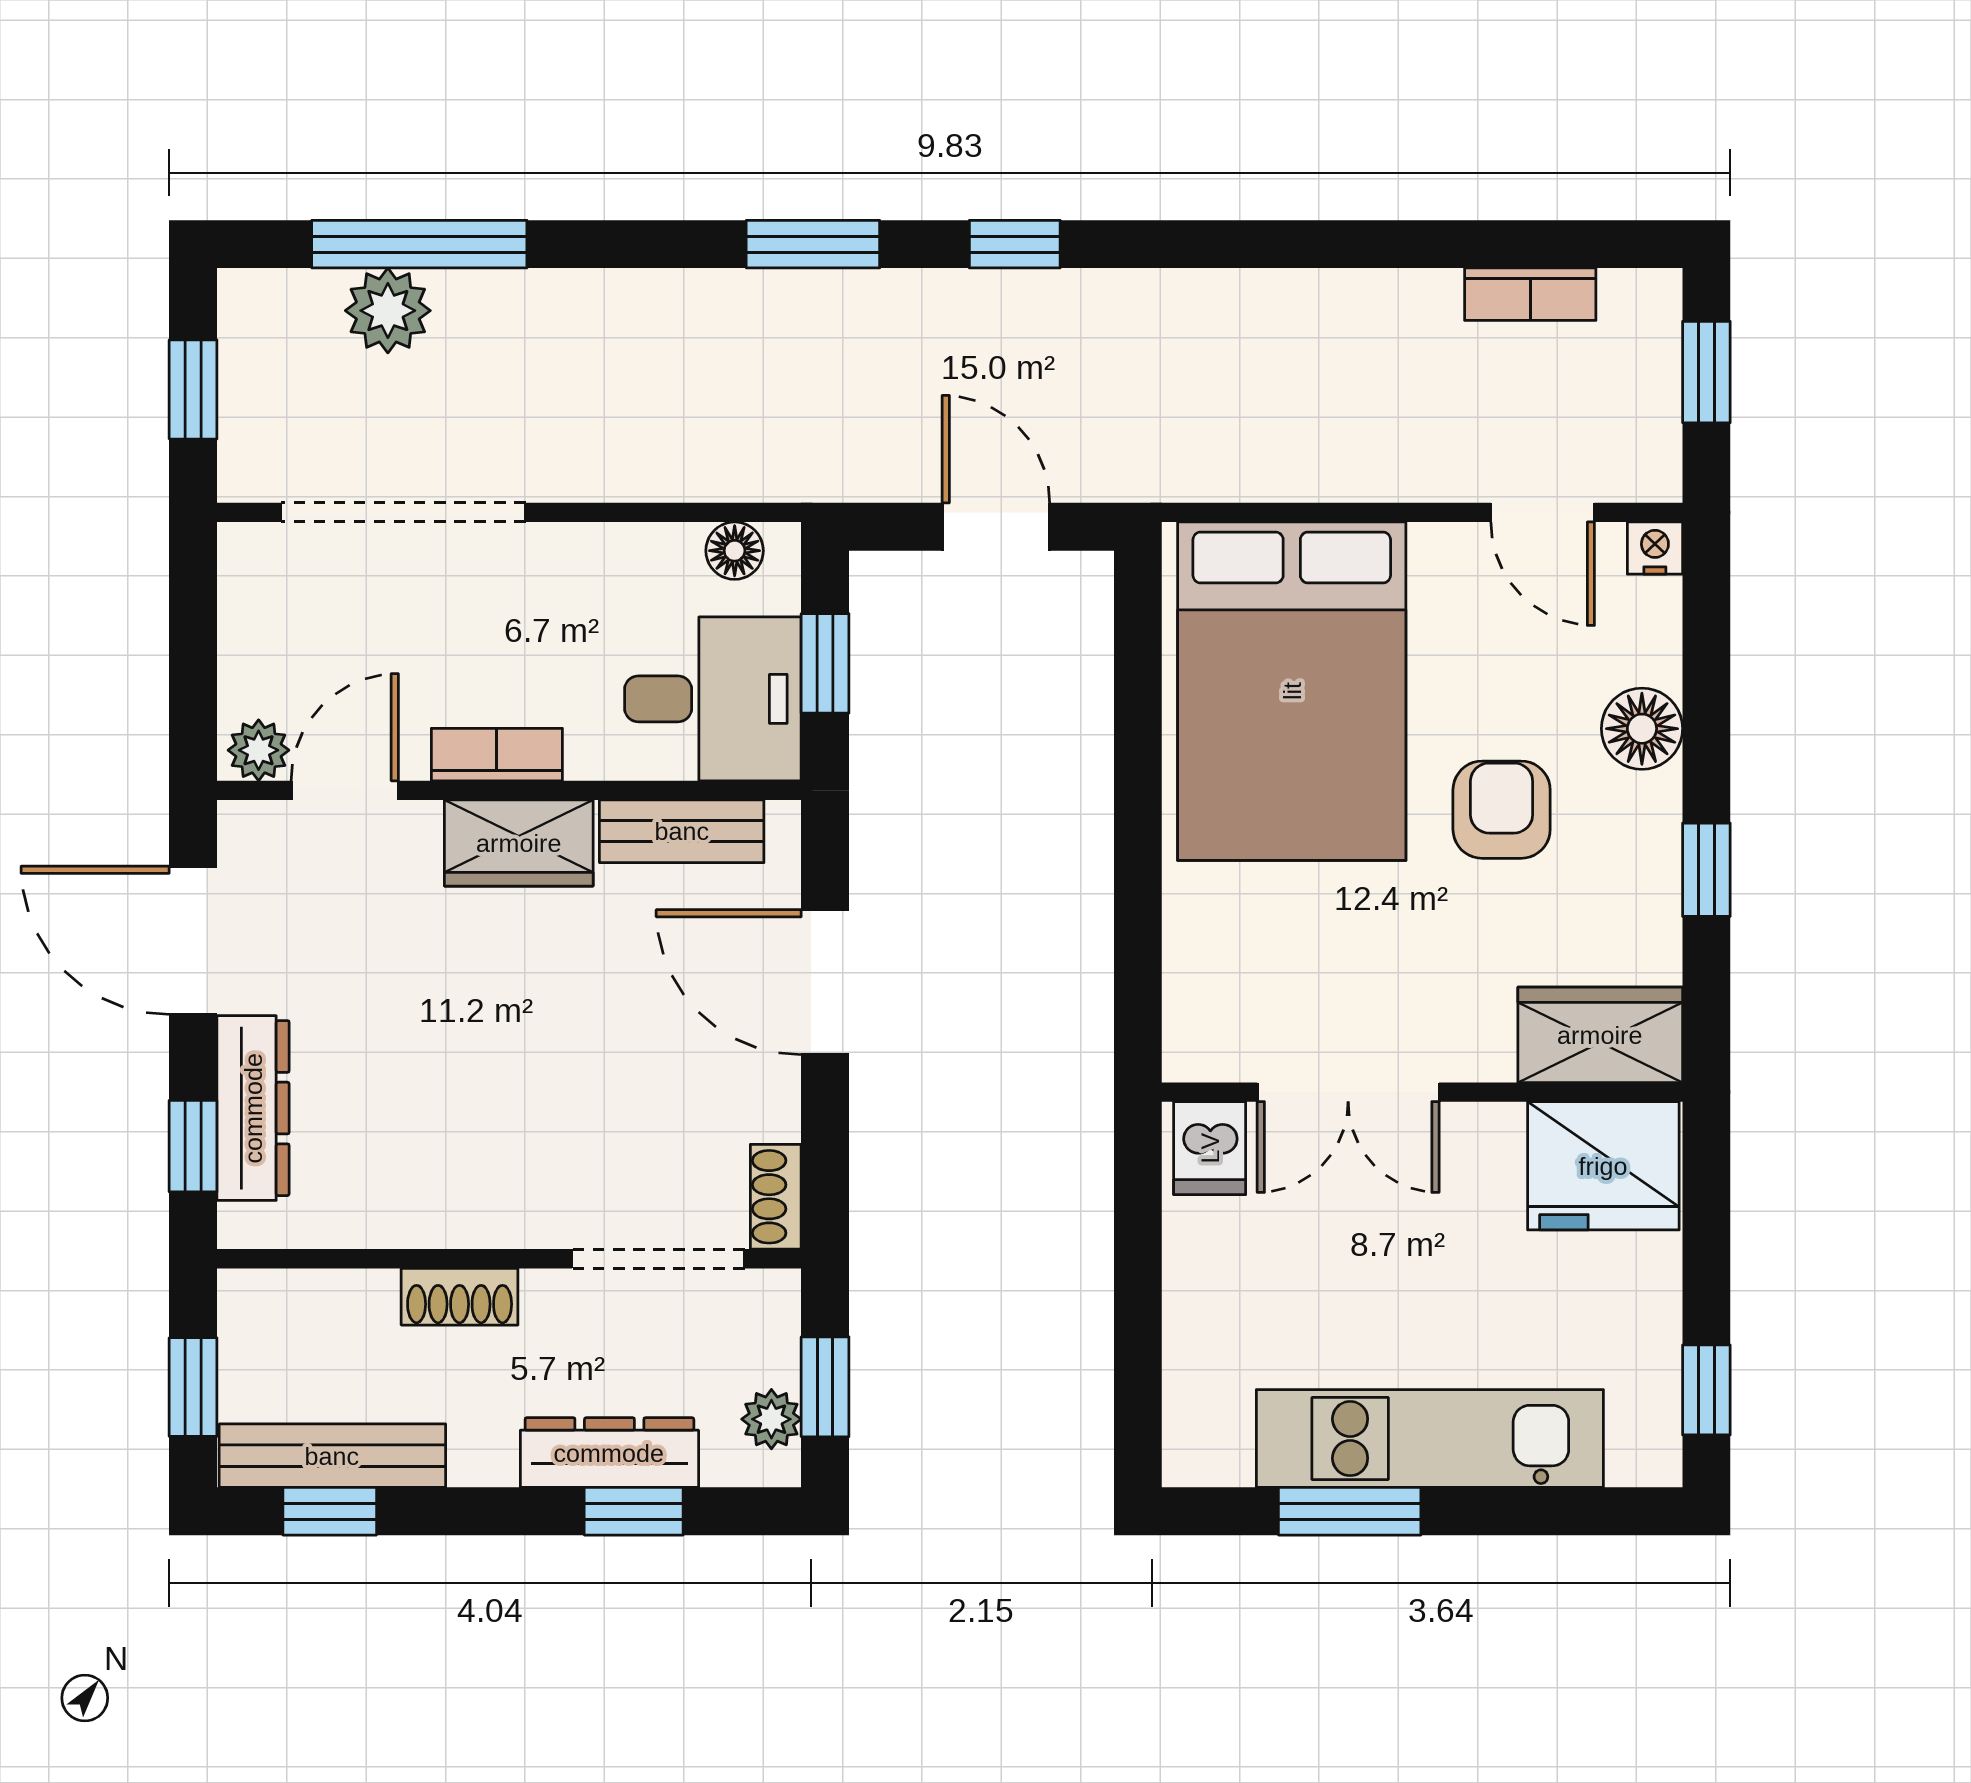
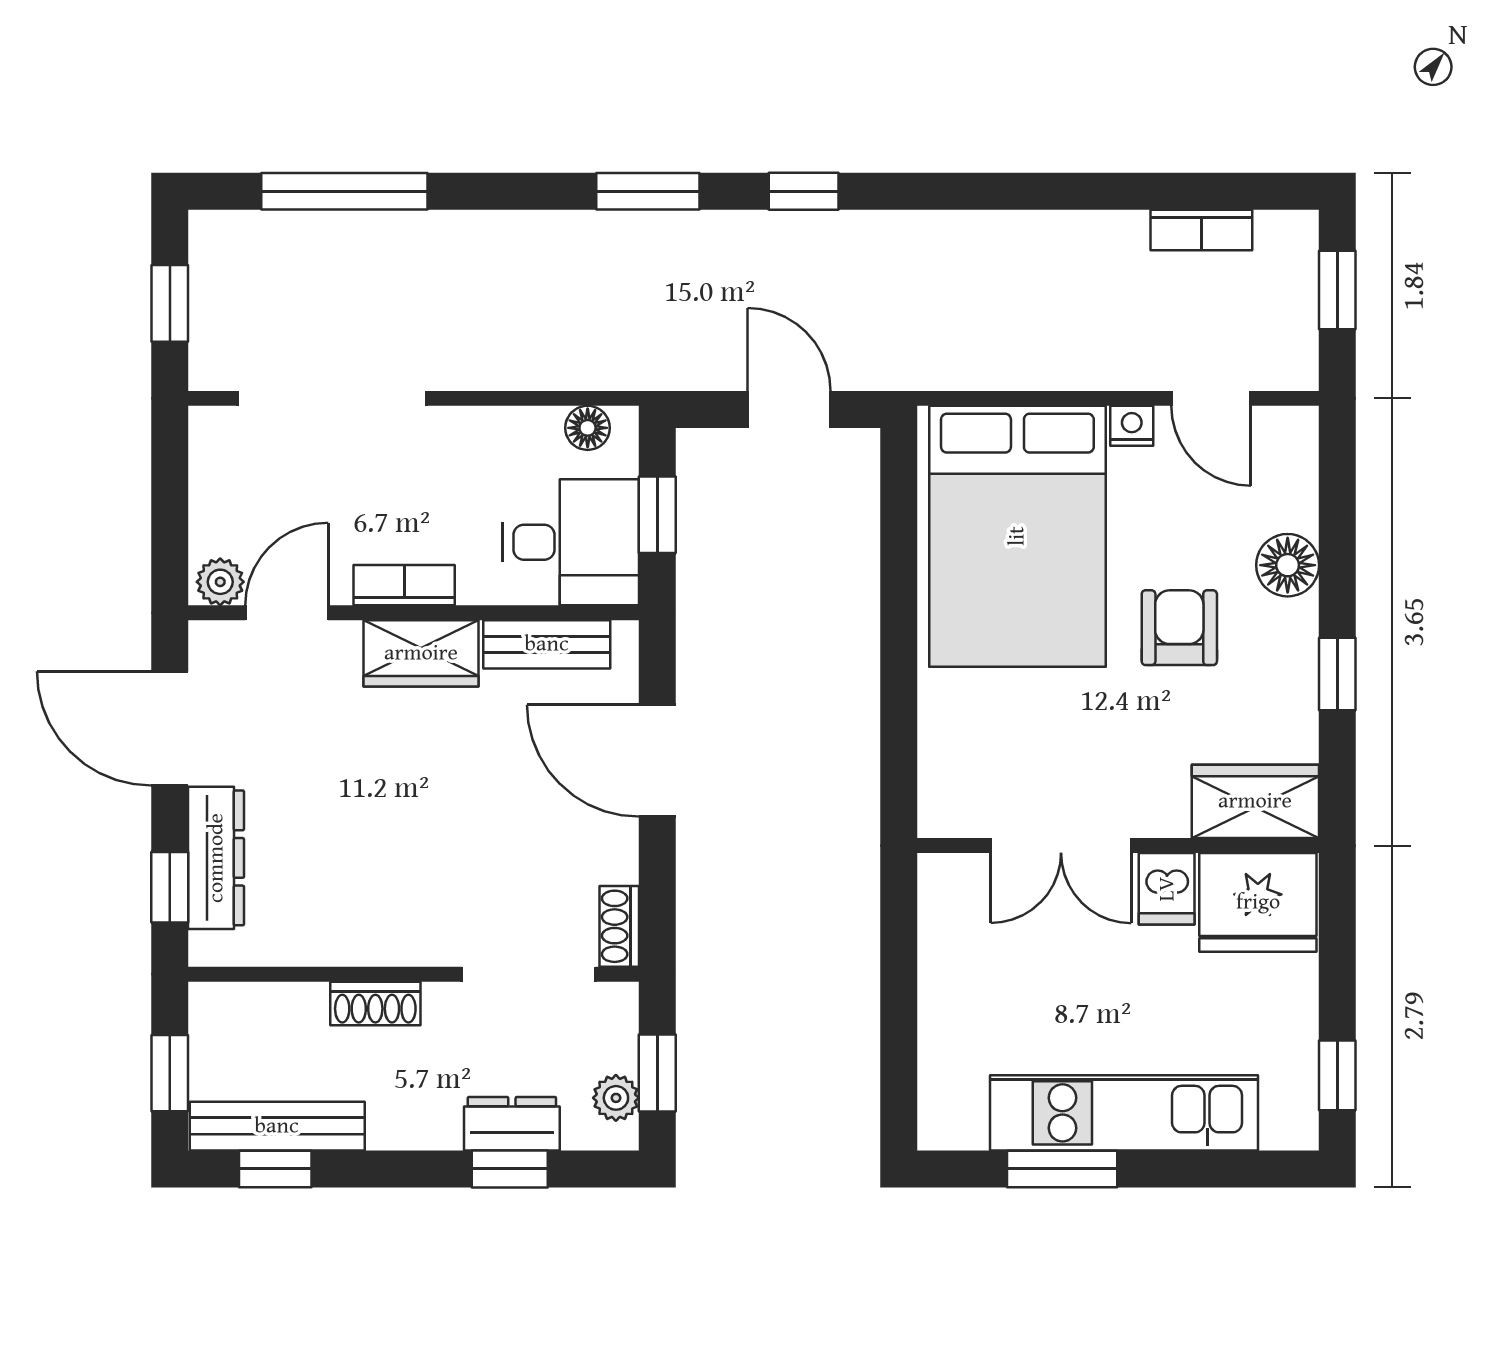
plant: (388, 311) -> (320, 243), removed
nightstand: (1655, 548) -> (1132, 426), moved
dishwasher: (1210, 1148) -> (1167, 889), moved
dresser: (609, 1453) -> (512, 1124), width x0.70

